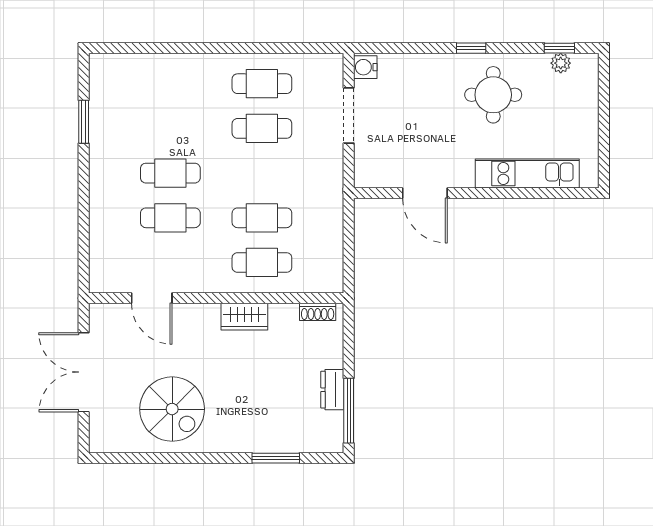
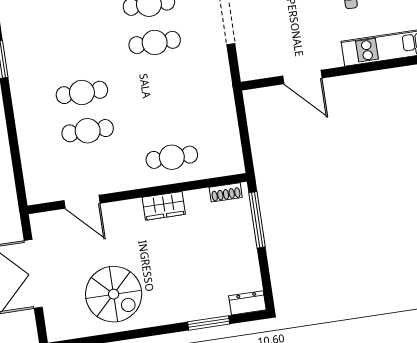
cafe table: (262, 218) -> (166, 119), removed
dresser: (332, 390) -> (247, 303), moved, turned 90
window: (349, 411) -> (257, 220), moved

